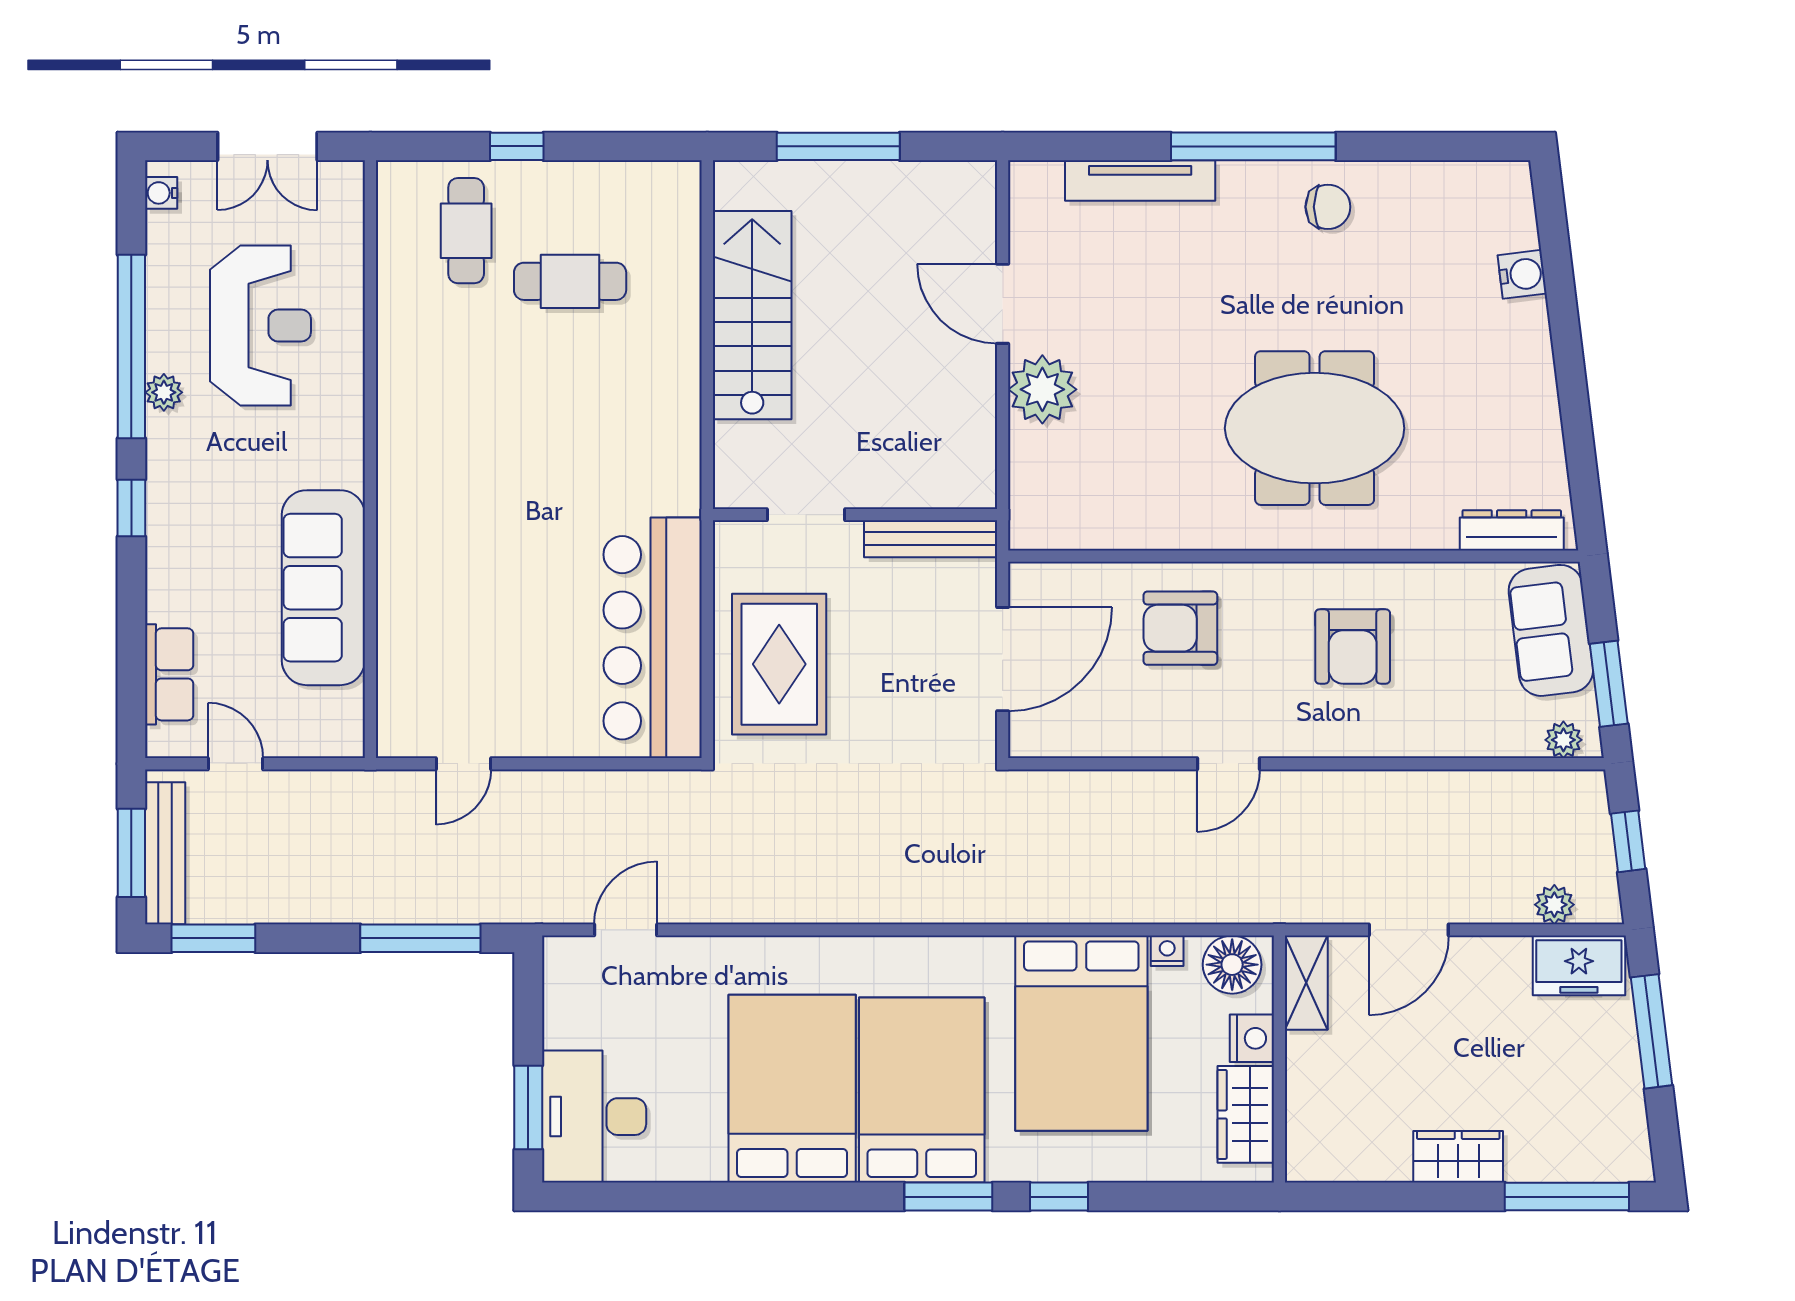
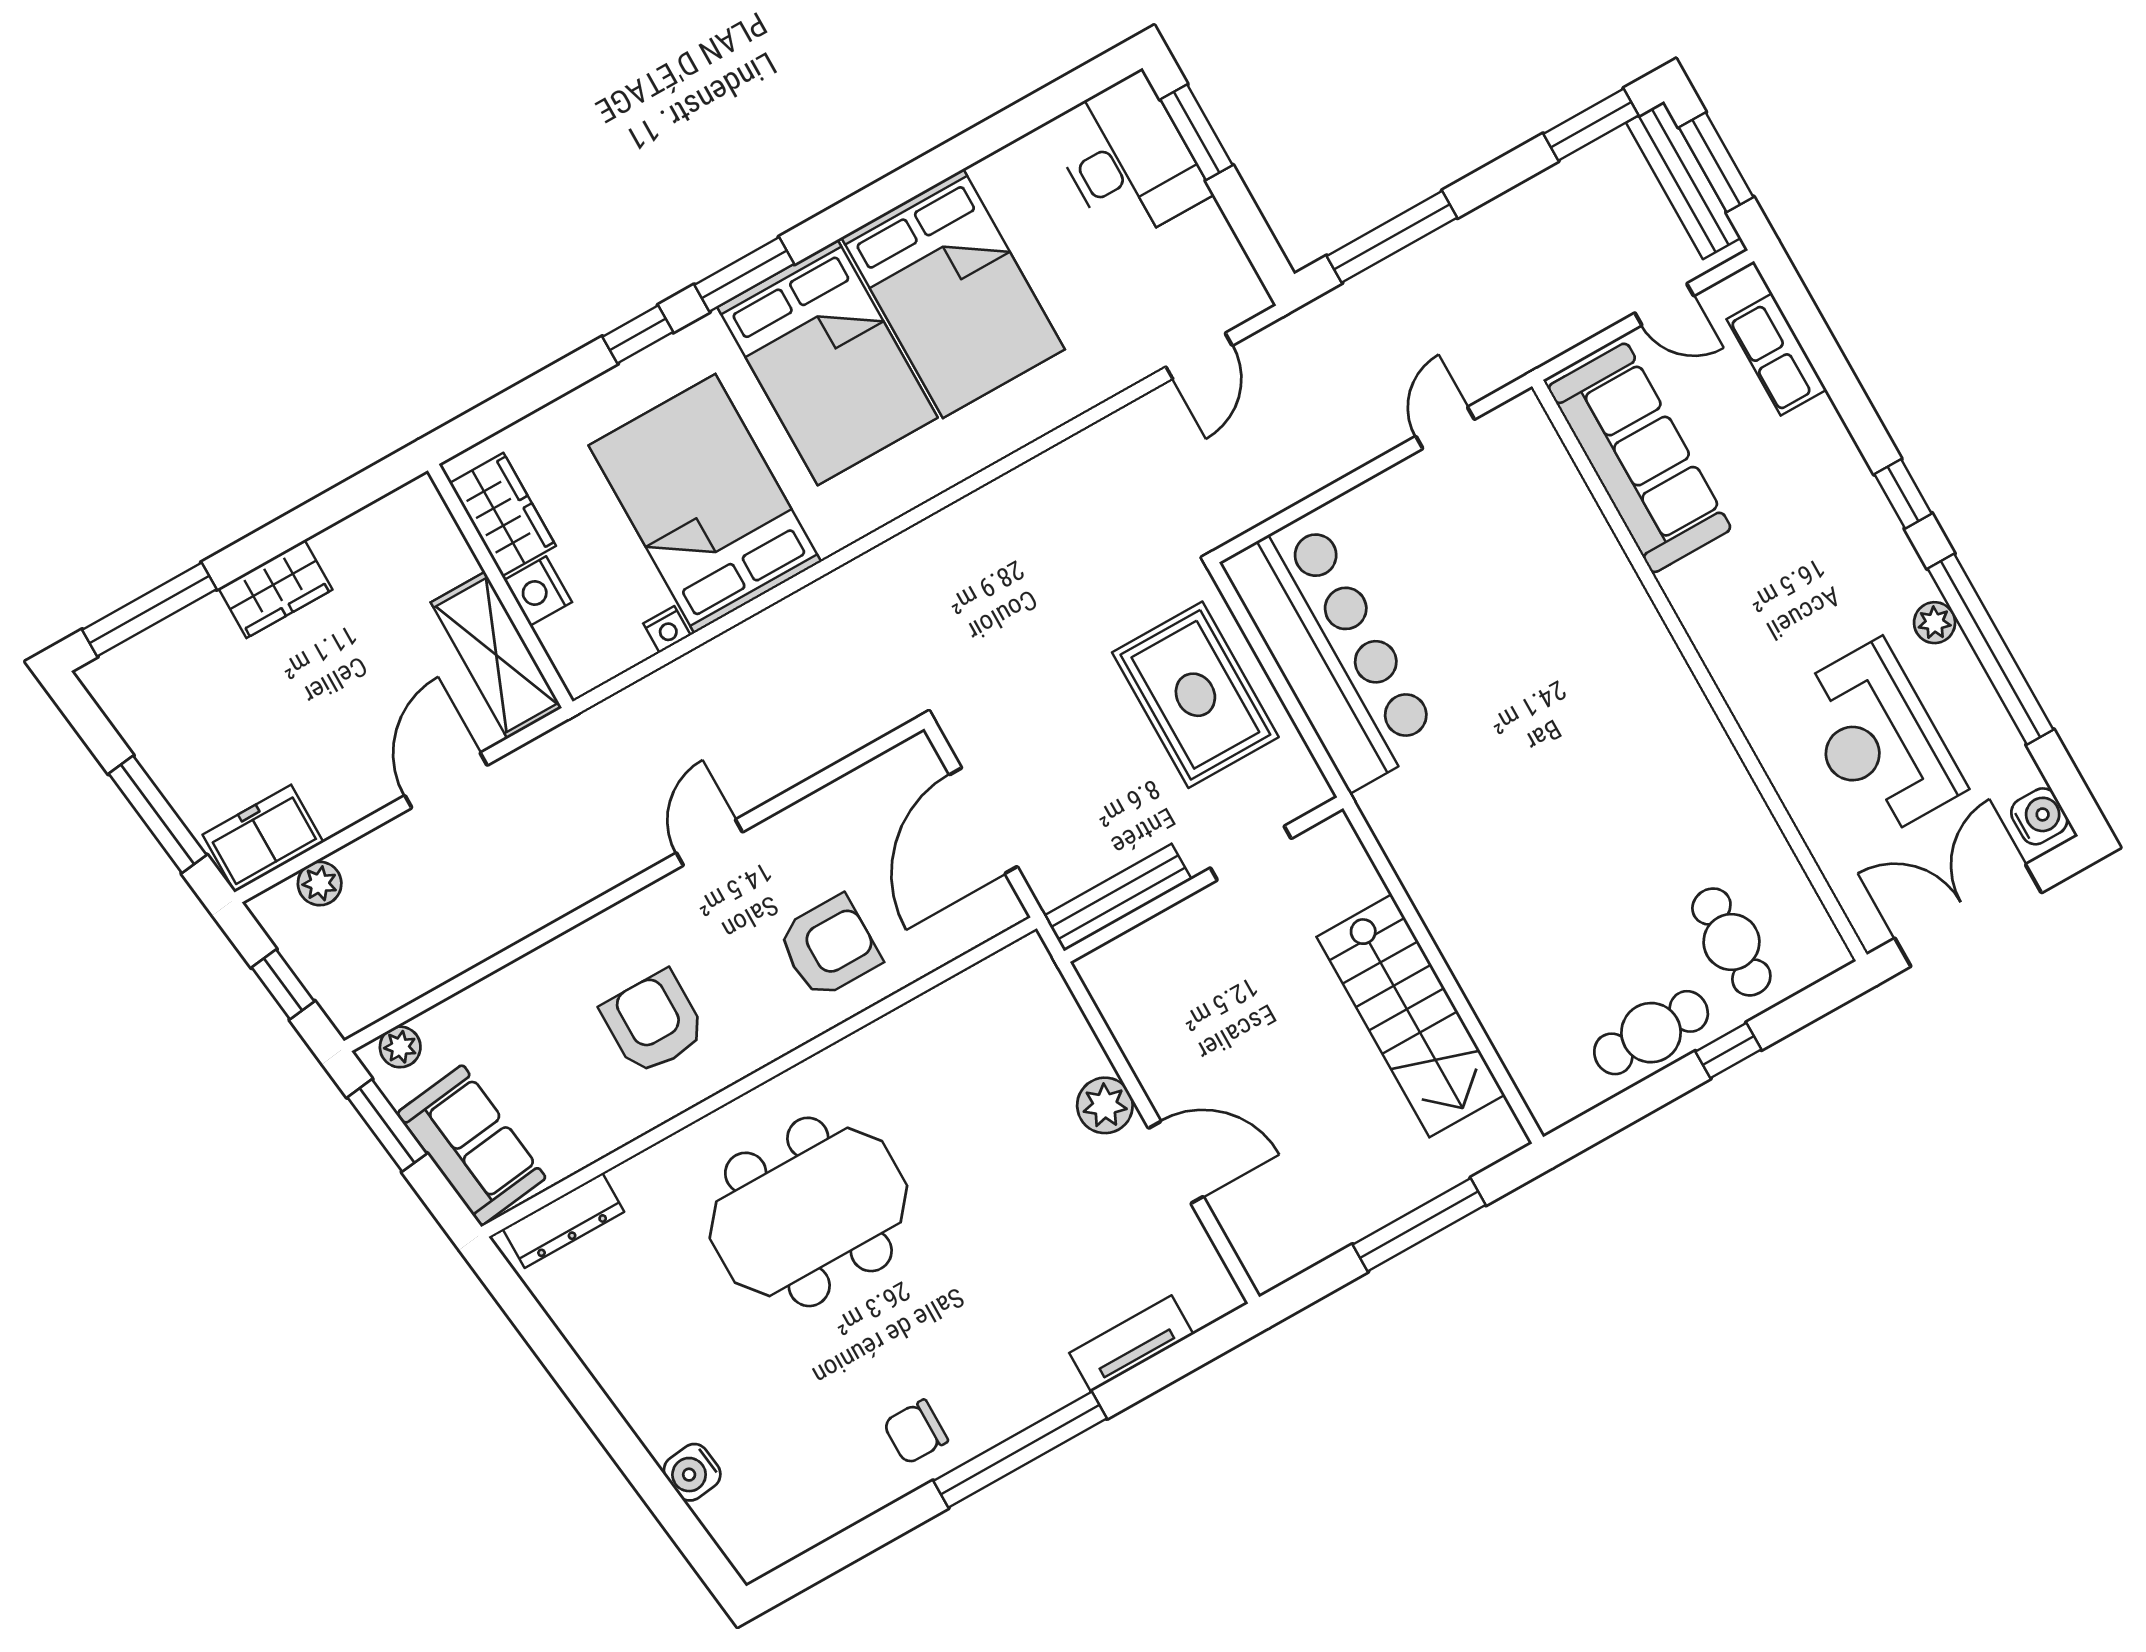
double door: (267, 146) -> (1968, 915), width x1.37
tv unit: (1140, 181) -> (1131, 1344), width x0.71
water cooler: (161, 193) -> (2039, 816), width x1.38, depth x1.38
cafe table: (570, 281) -> (1651, 1033), moved
plant: (1042, 389) -> (1105, 1105), width x0.73, depth x0.73
sofa: (323, 588) -> (1639, 458), moved
floor lamp: (1232, 965) -> (597, 651), removed
shelving: (1306, 983) -> (496, 655), width x1.50, depth x1.33

